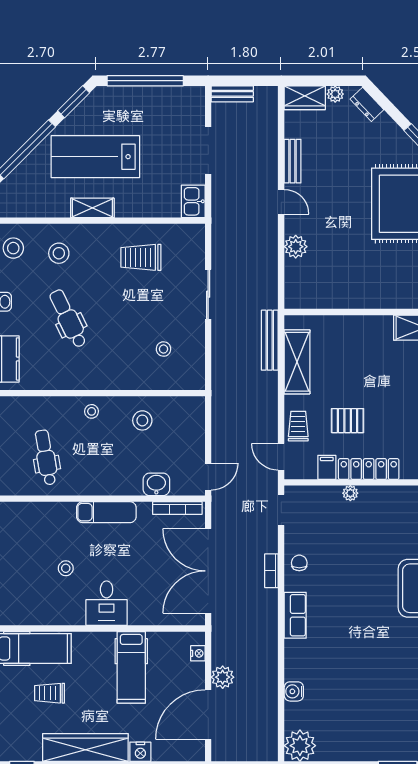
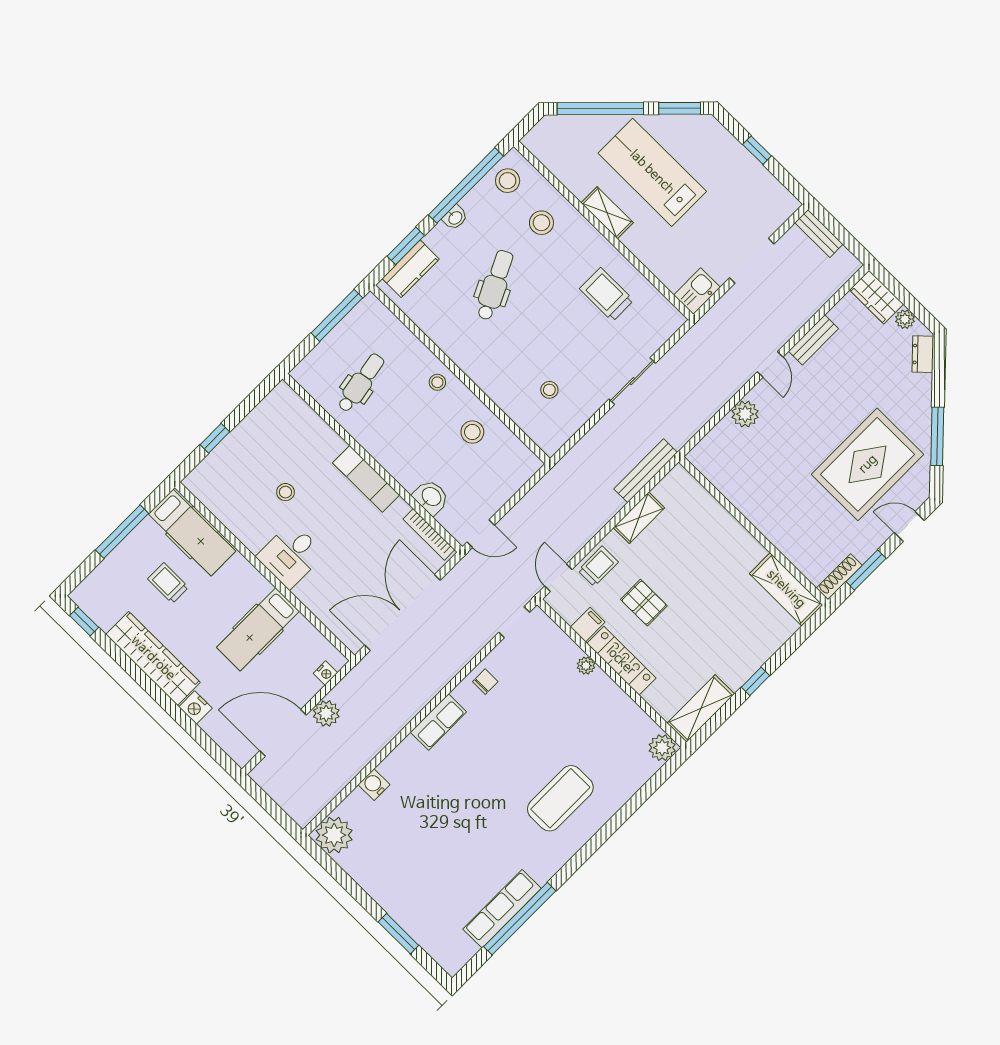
window: (145, 81) -> (757, 150), width x0.32
shelving: (297, 362) -> (639, 518), width x0.67, depth x0.75
bookcase: (271, 571) -> (455, 665), removed

